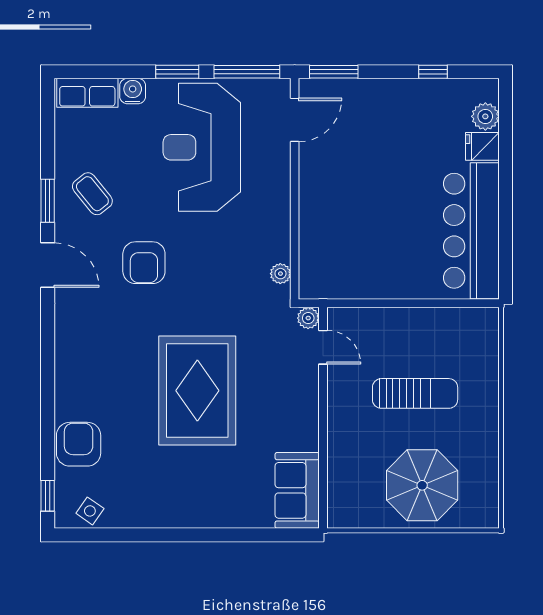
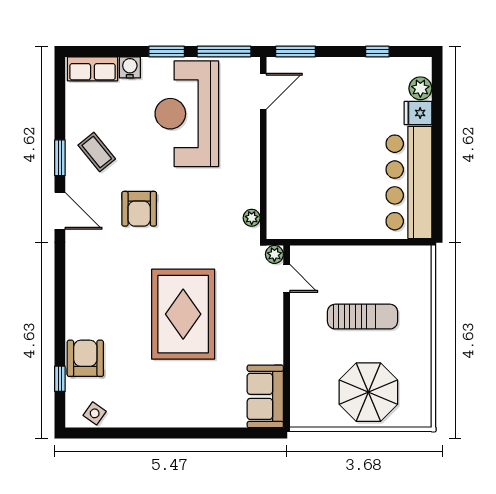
window: (48, 496) -> (60, 379), moved

